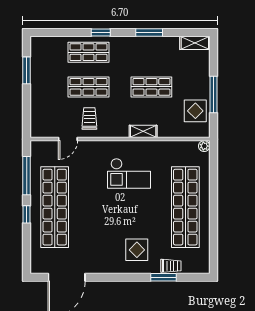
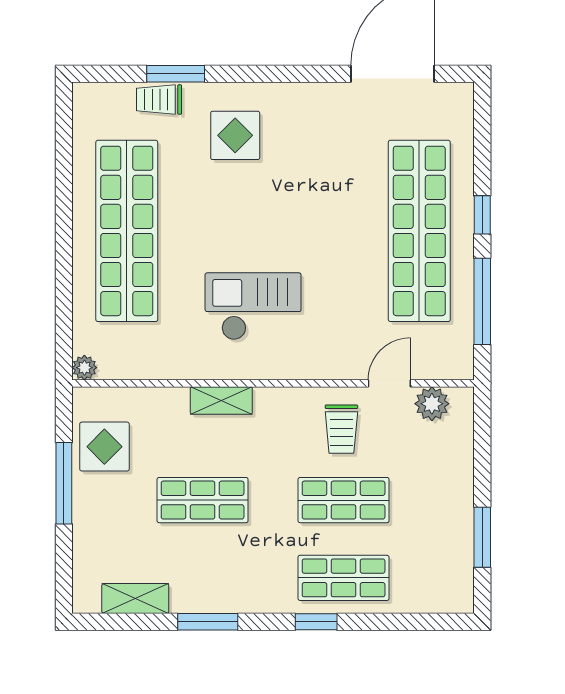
shelving: (195, 43) -> (135, 599), moved
plant: (49, 130) -> (432, 404), added

